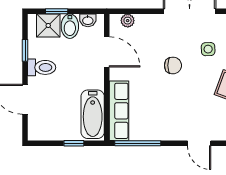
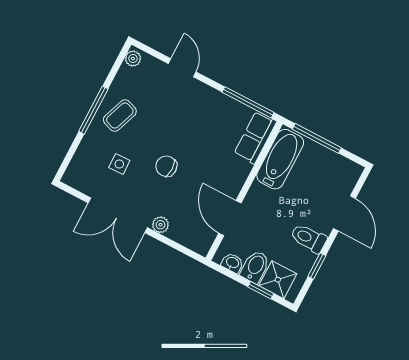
plant: (128, 21) -> (160, 225), moved
row of seats: (119, 111) -> (255, 137), width x0.68
window: (74, 143) -> (317, 138), width x2.17

